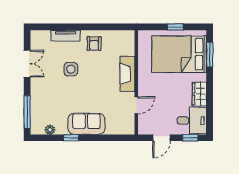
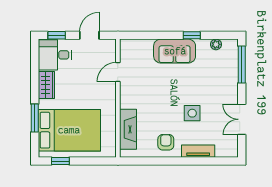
window: (175, 27) -> (60, 161), moved
window: (210, 55) -> (35, 118), moved
fireplace: (127, 74) -> (128, 129), moved

